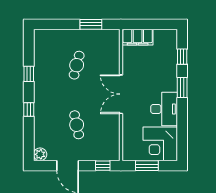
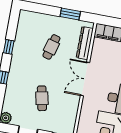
dresser: (113, 54) -> (85, 43), added

